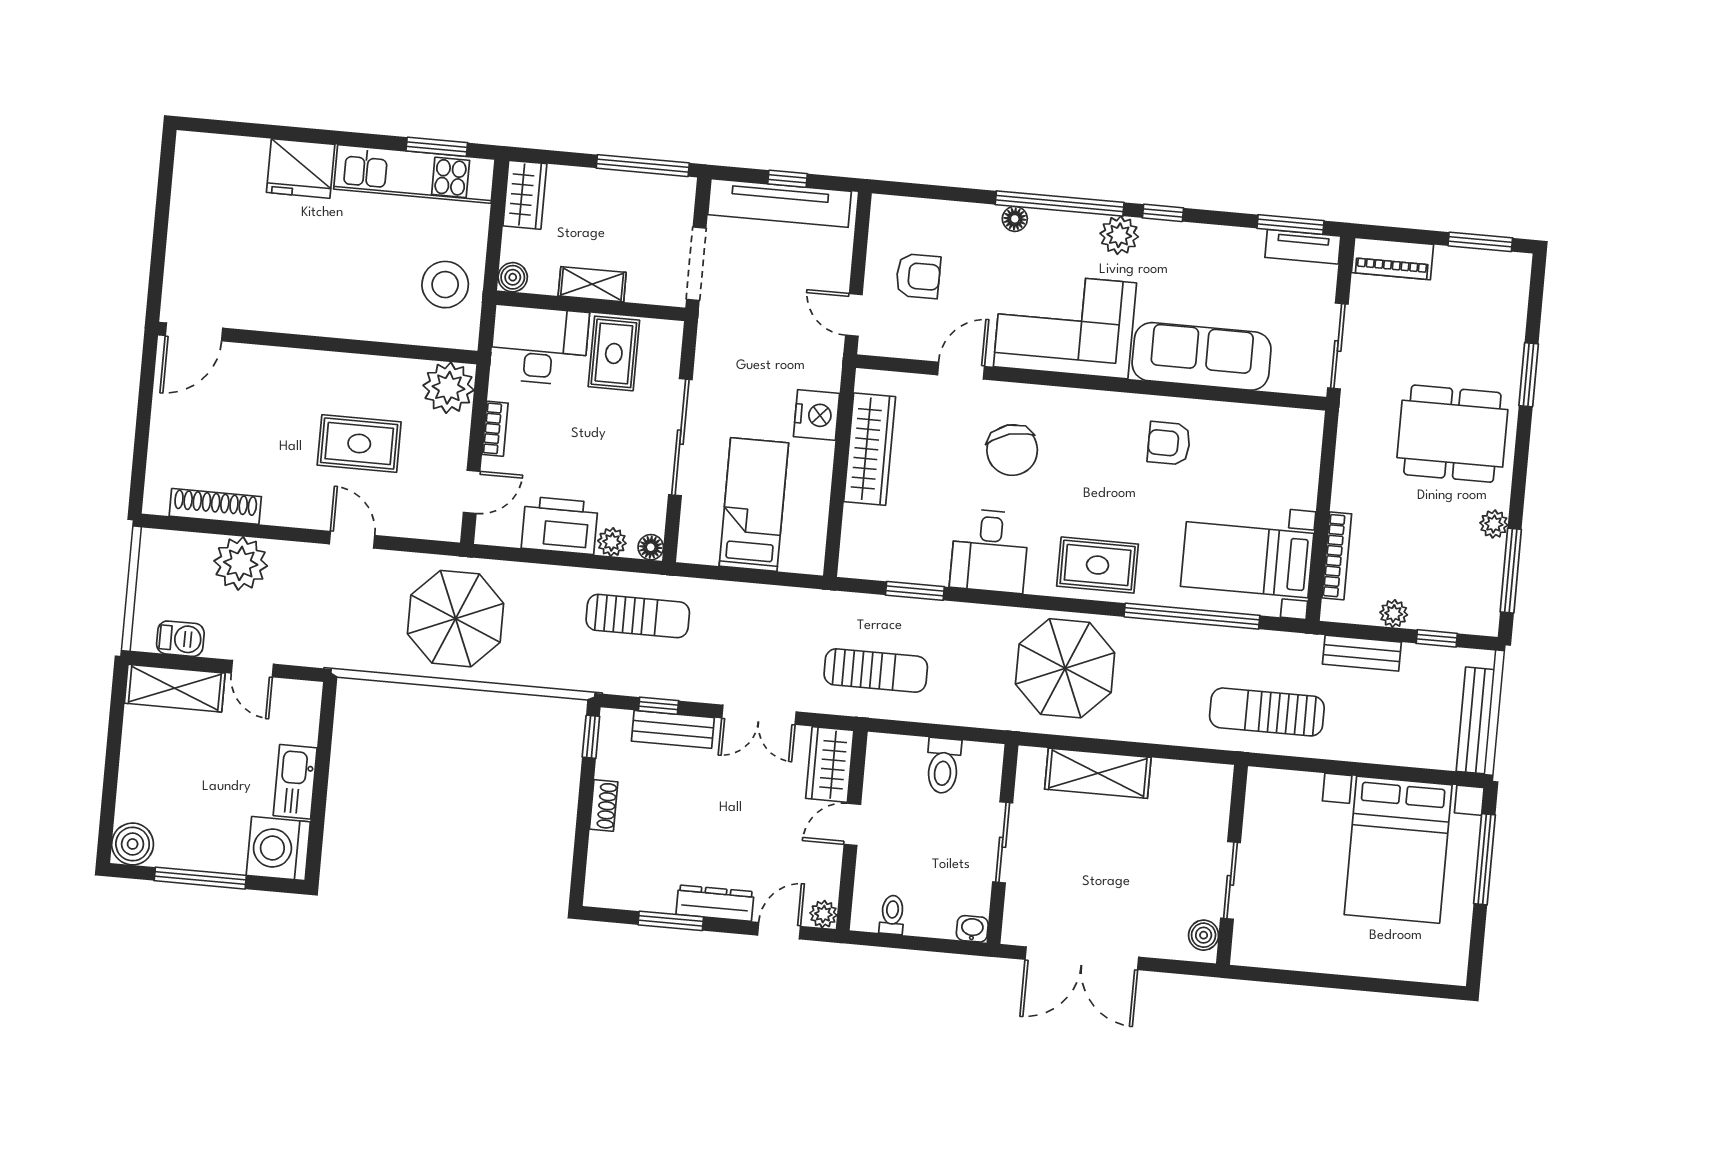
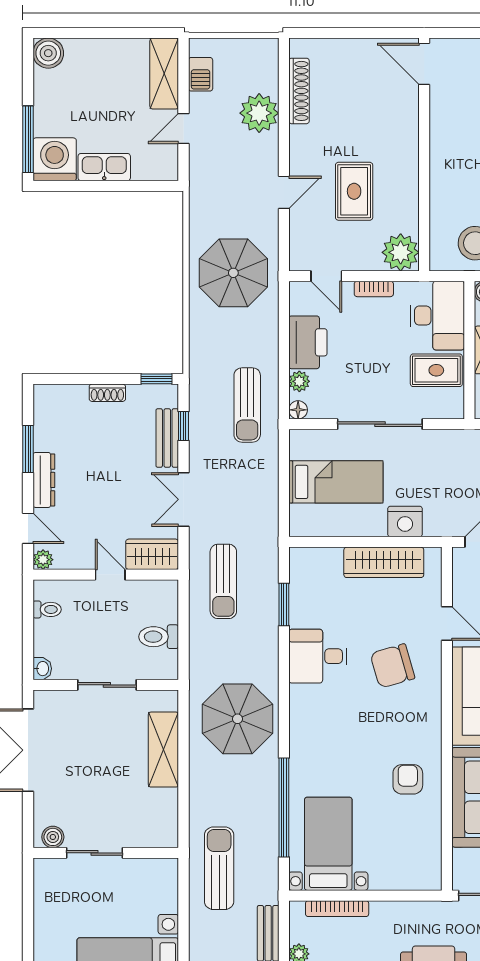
rug: (1098, 565) -> (315, 736), removed
window: (200, 878) -> (28, 139), moved

